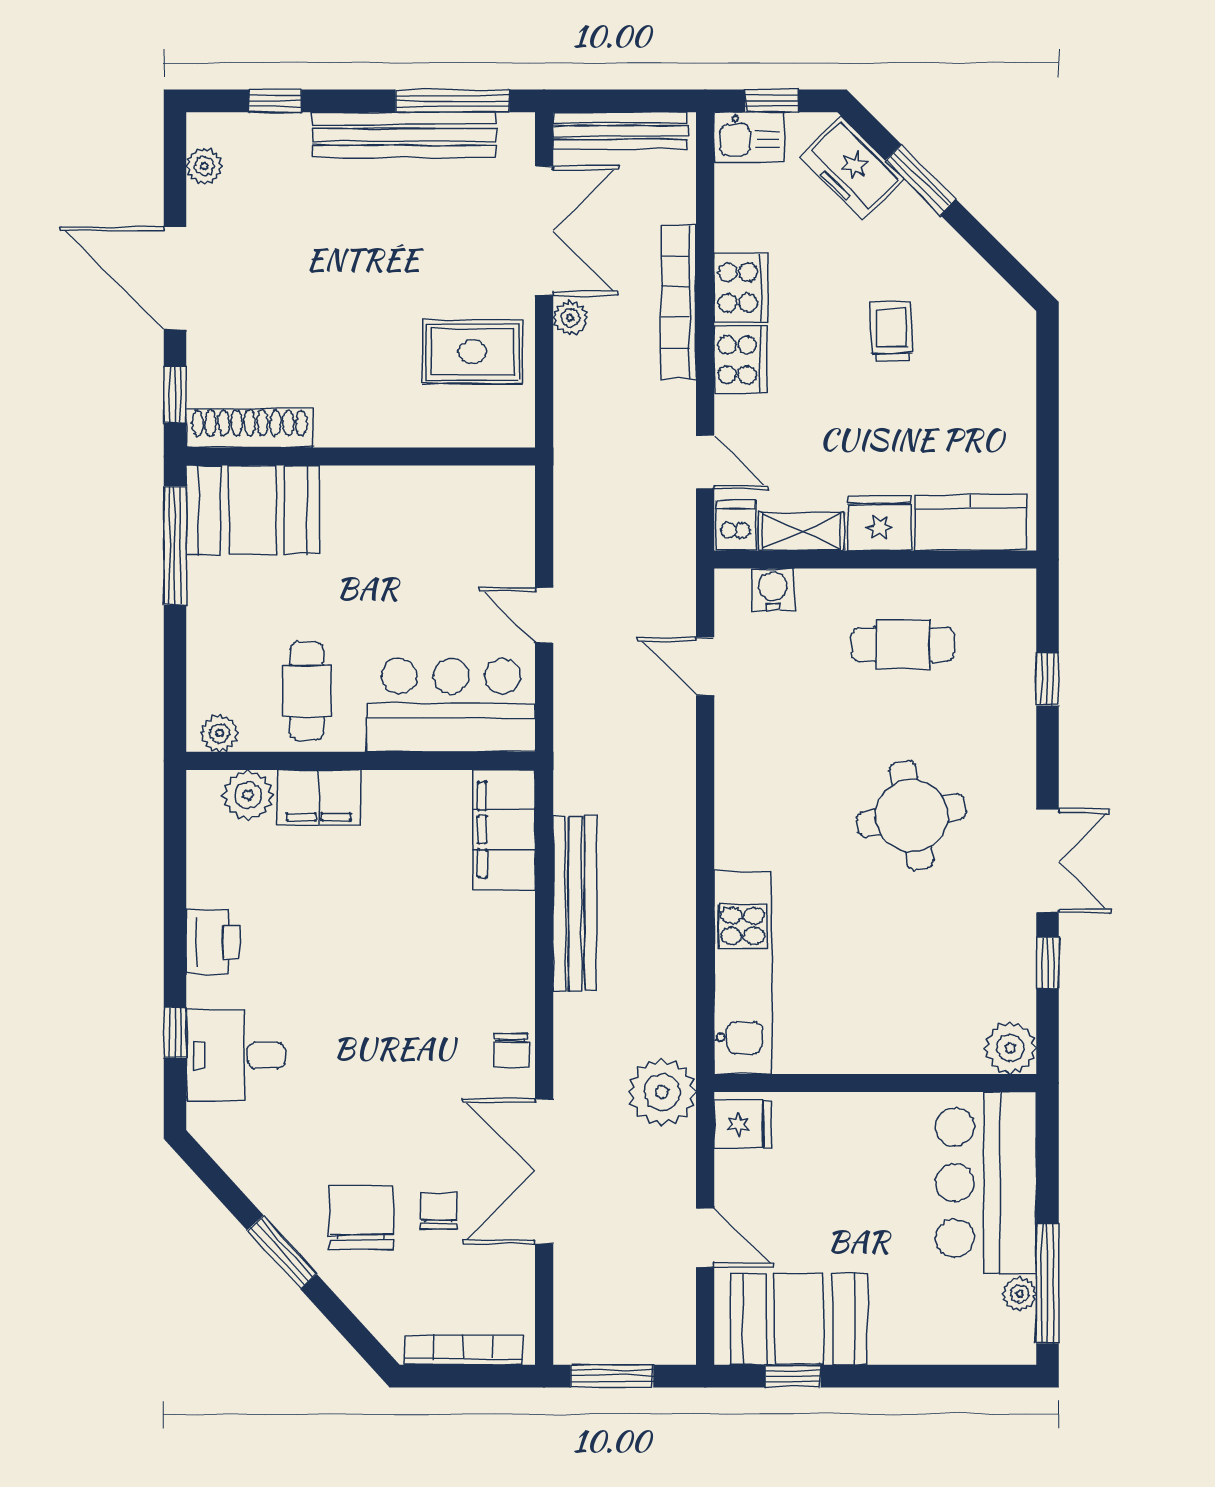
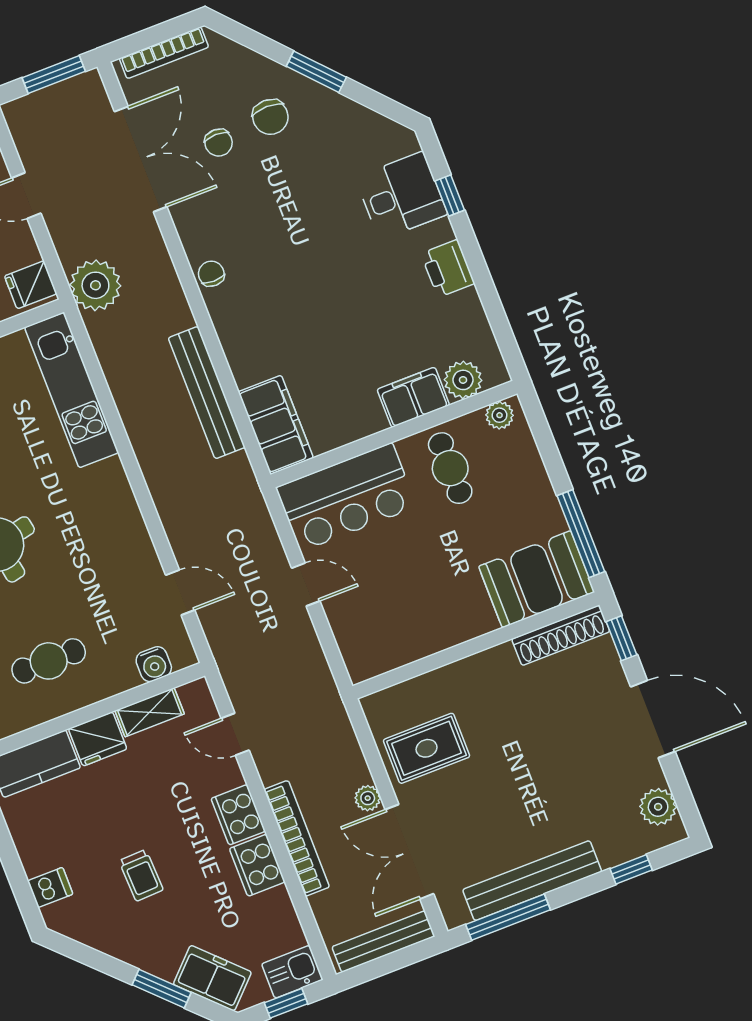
plant: (204, 166) -> (658, 807), width x1.38, depth x1.38
dishwasher: (736, 525) -> (50, 887), moved, turned -90
double door: (544, 1171) -> (141, 159), moved
chair: (361, 1218) -> (270, 117), width x0.73, depth x0.73

